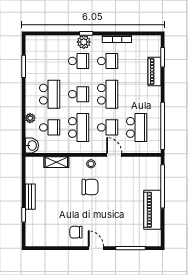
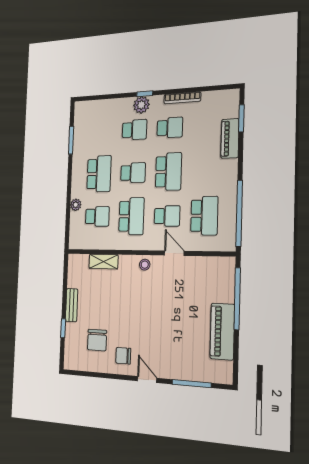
washbasin: (32, 145) -> (76, 240), removed
chair: (90, 187) -> (97, 340), moved, turned 90

